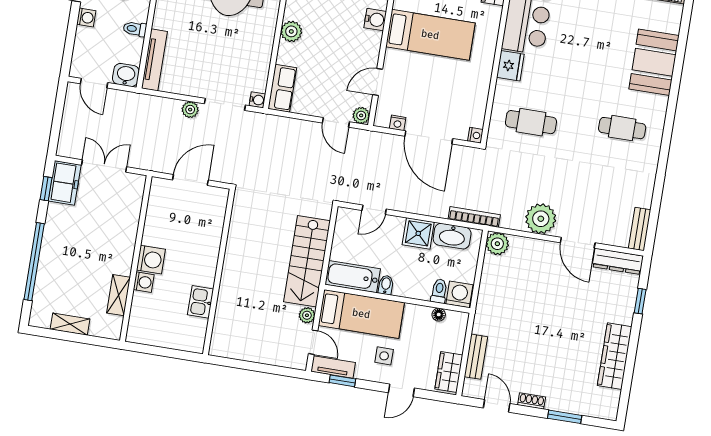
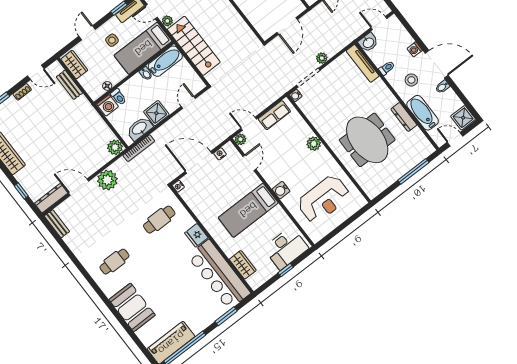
row of seats: (282, 88) -> (274, 115), moved, turned -90

